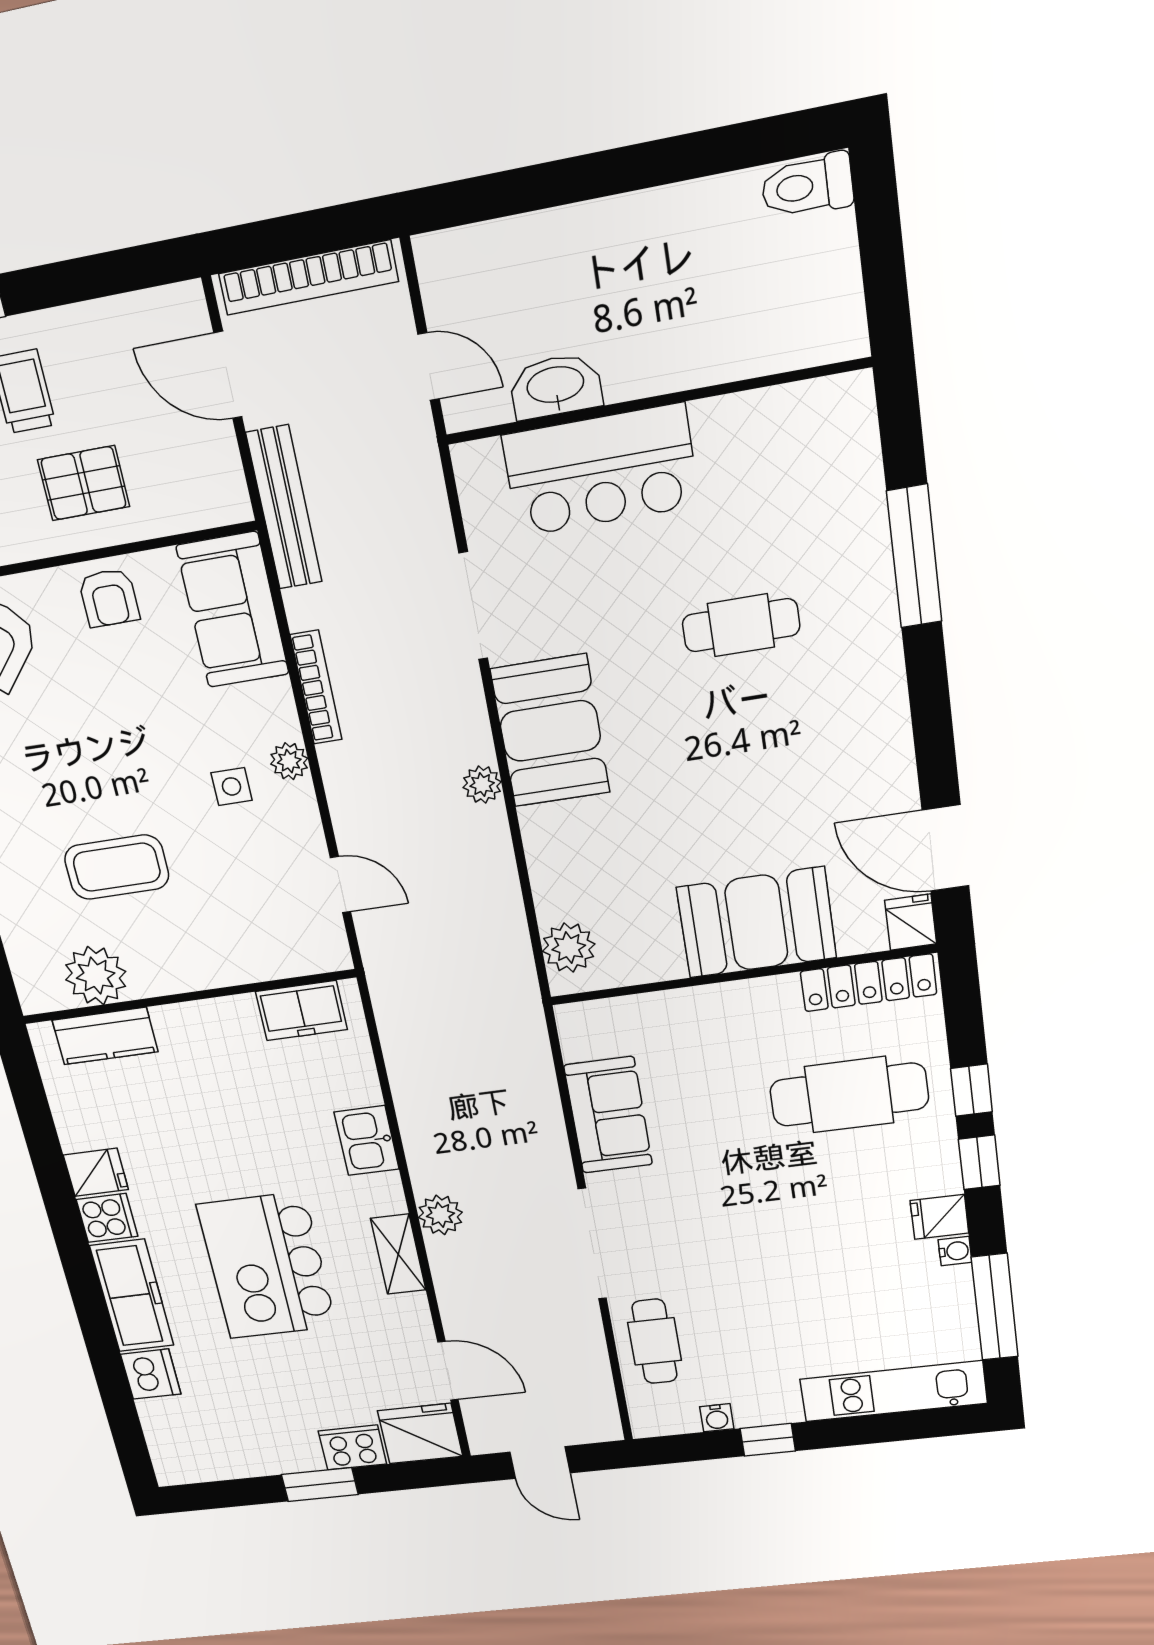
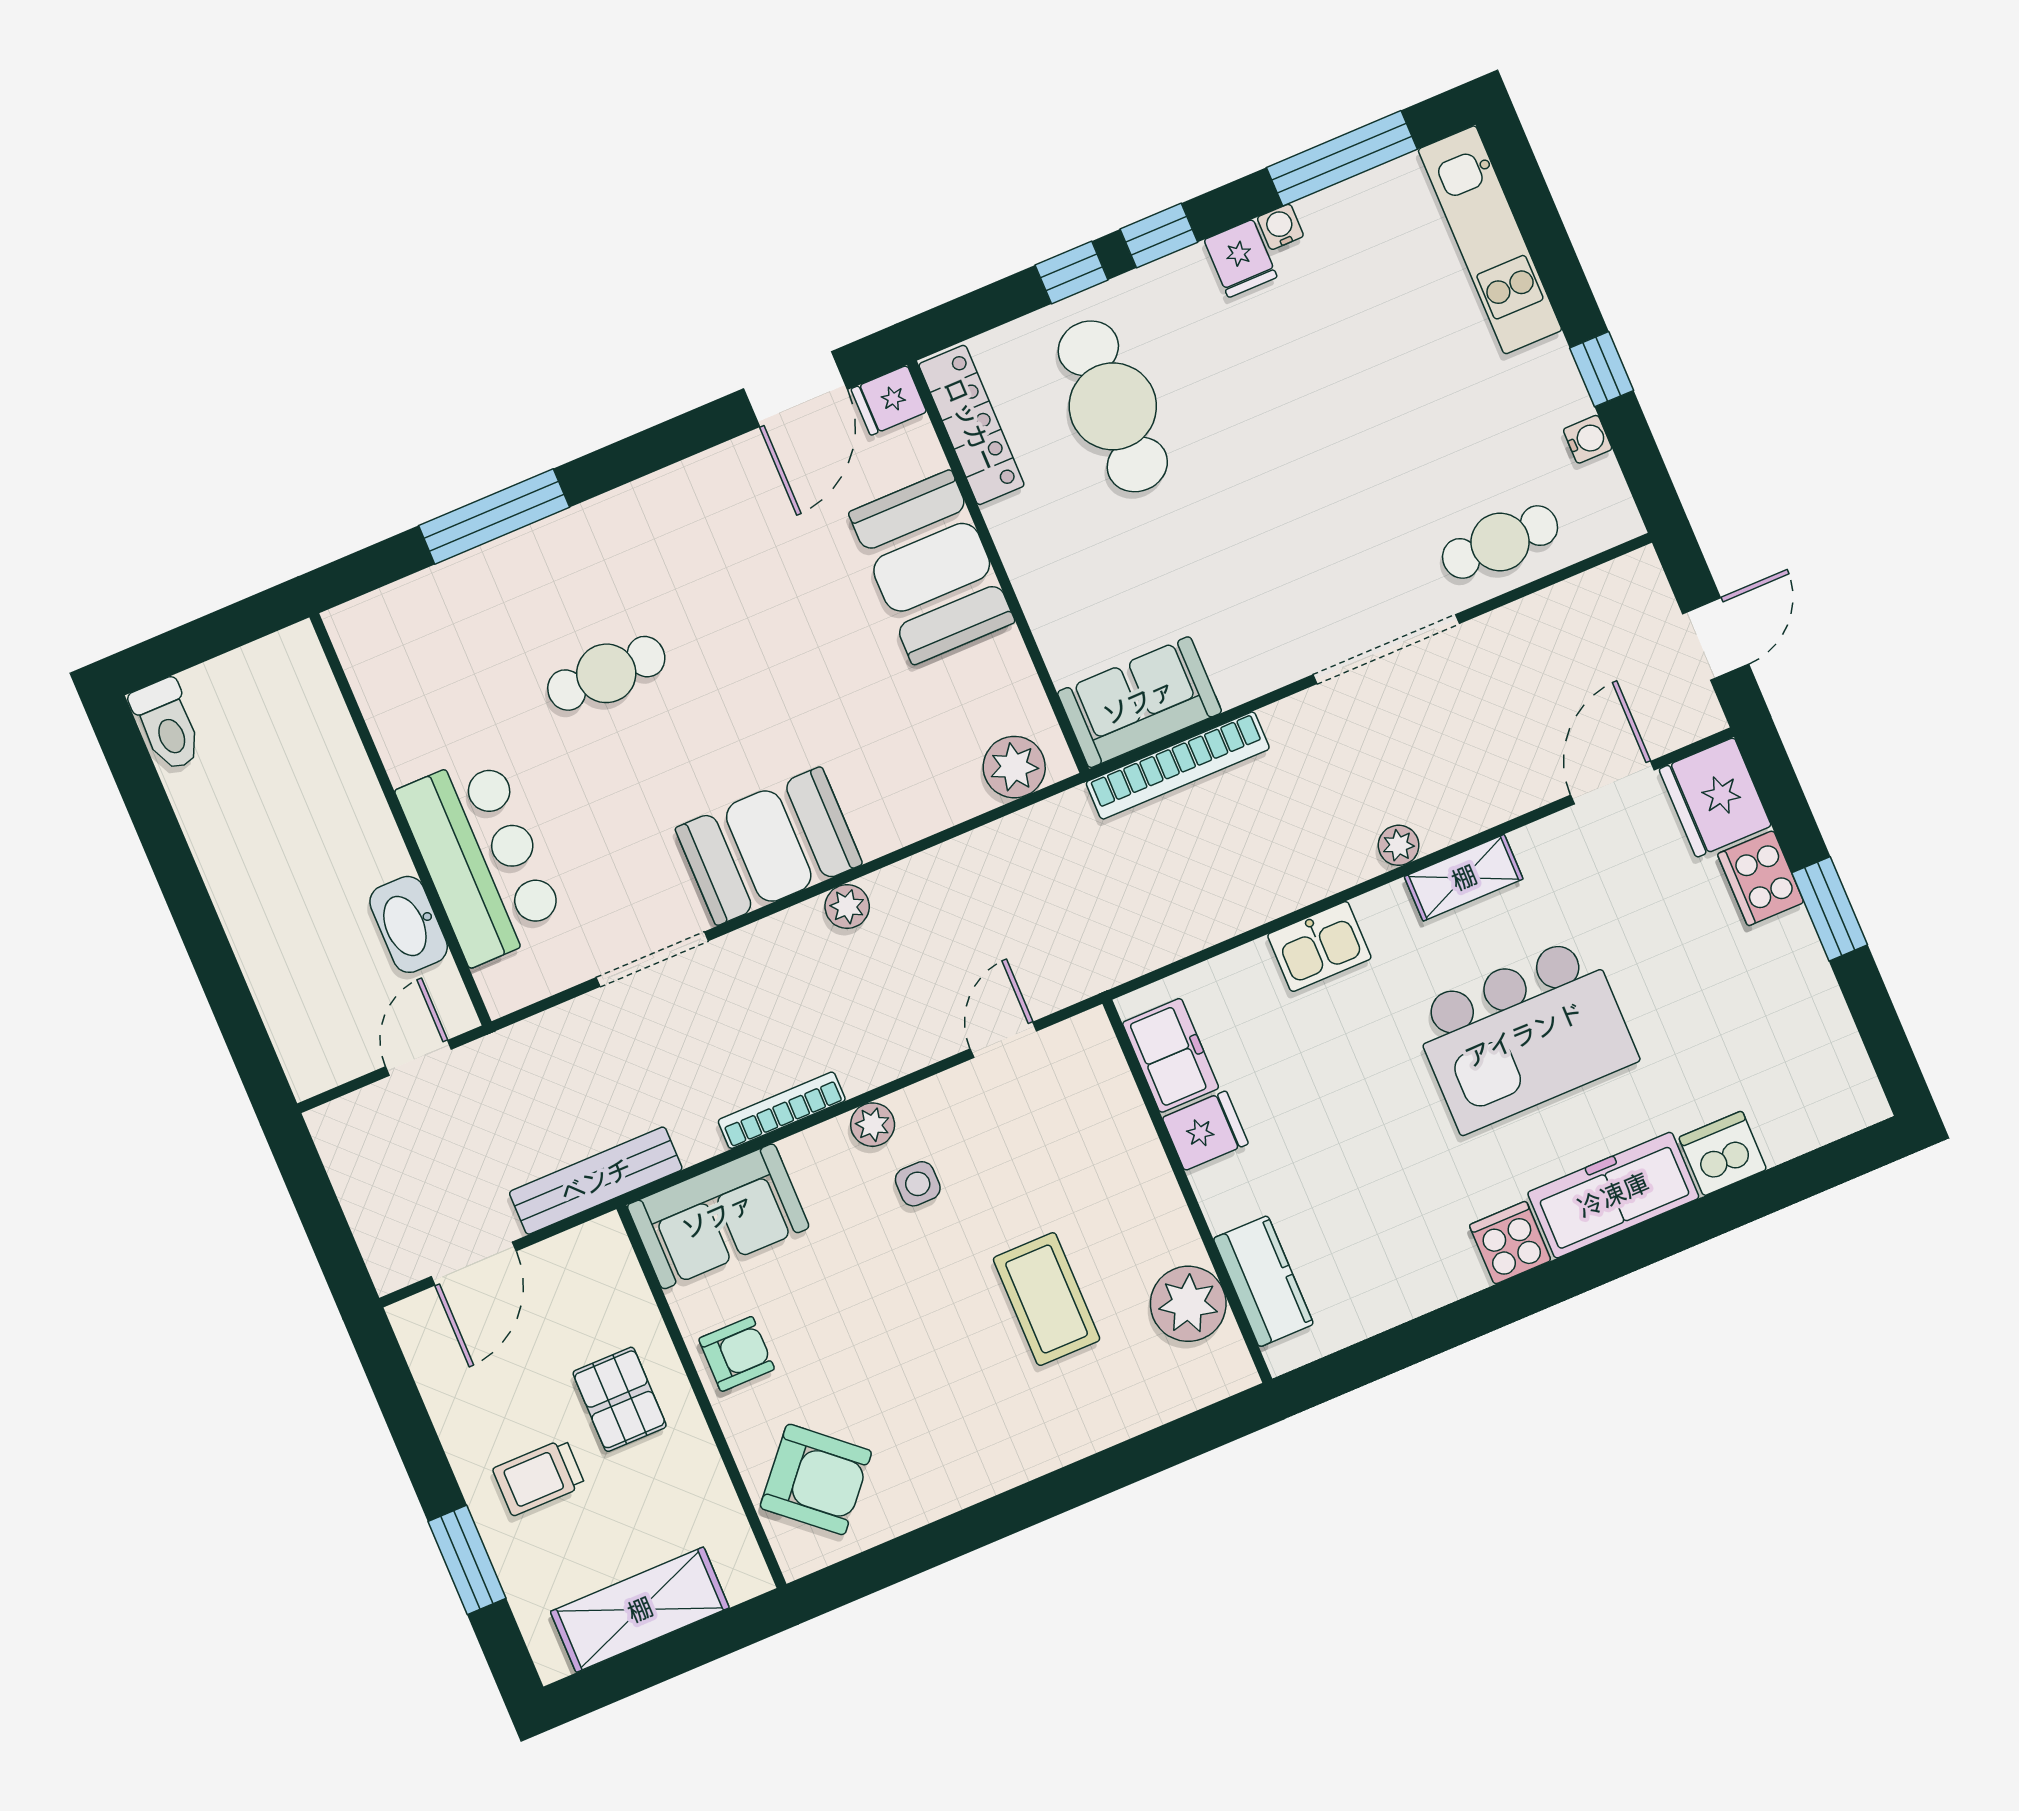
bookcase: (308, 278) -> (1178, 766), moved, turned 90
cafe table: (741, 625) -> (606, 673), turned 90
sofa: (608, 1115) -> (1139, 702), moved
fridge: (96, 1172) -> (1205, 1131), moved, turned 90
plant: (440, 1215) -> (1399, 845), width x0.73, depth x0.73

